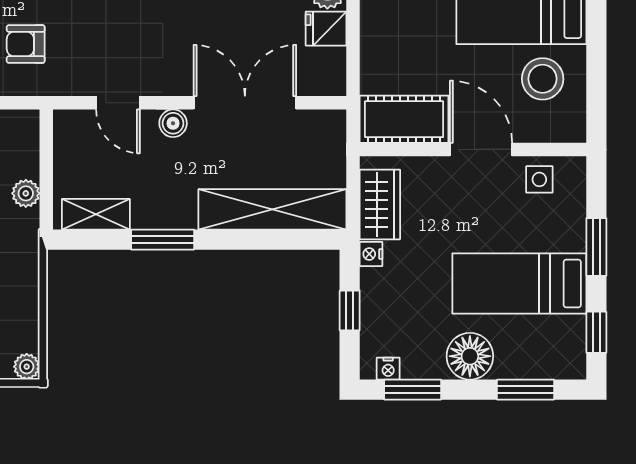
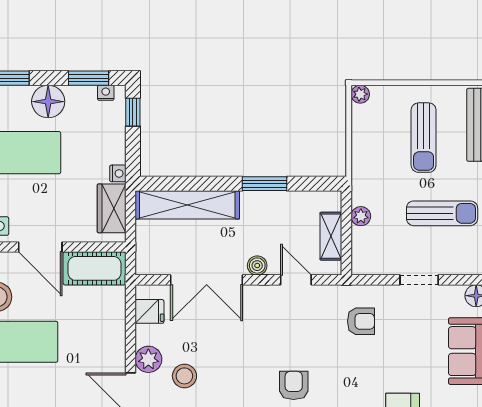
fridge: (326, 29) -> (149, 311), moved
shelving: (96, 214) -> (331, 236), moved, turned 90
window: (350, 310) -> (133, 112), moved

